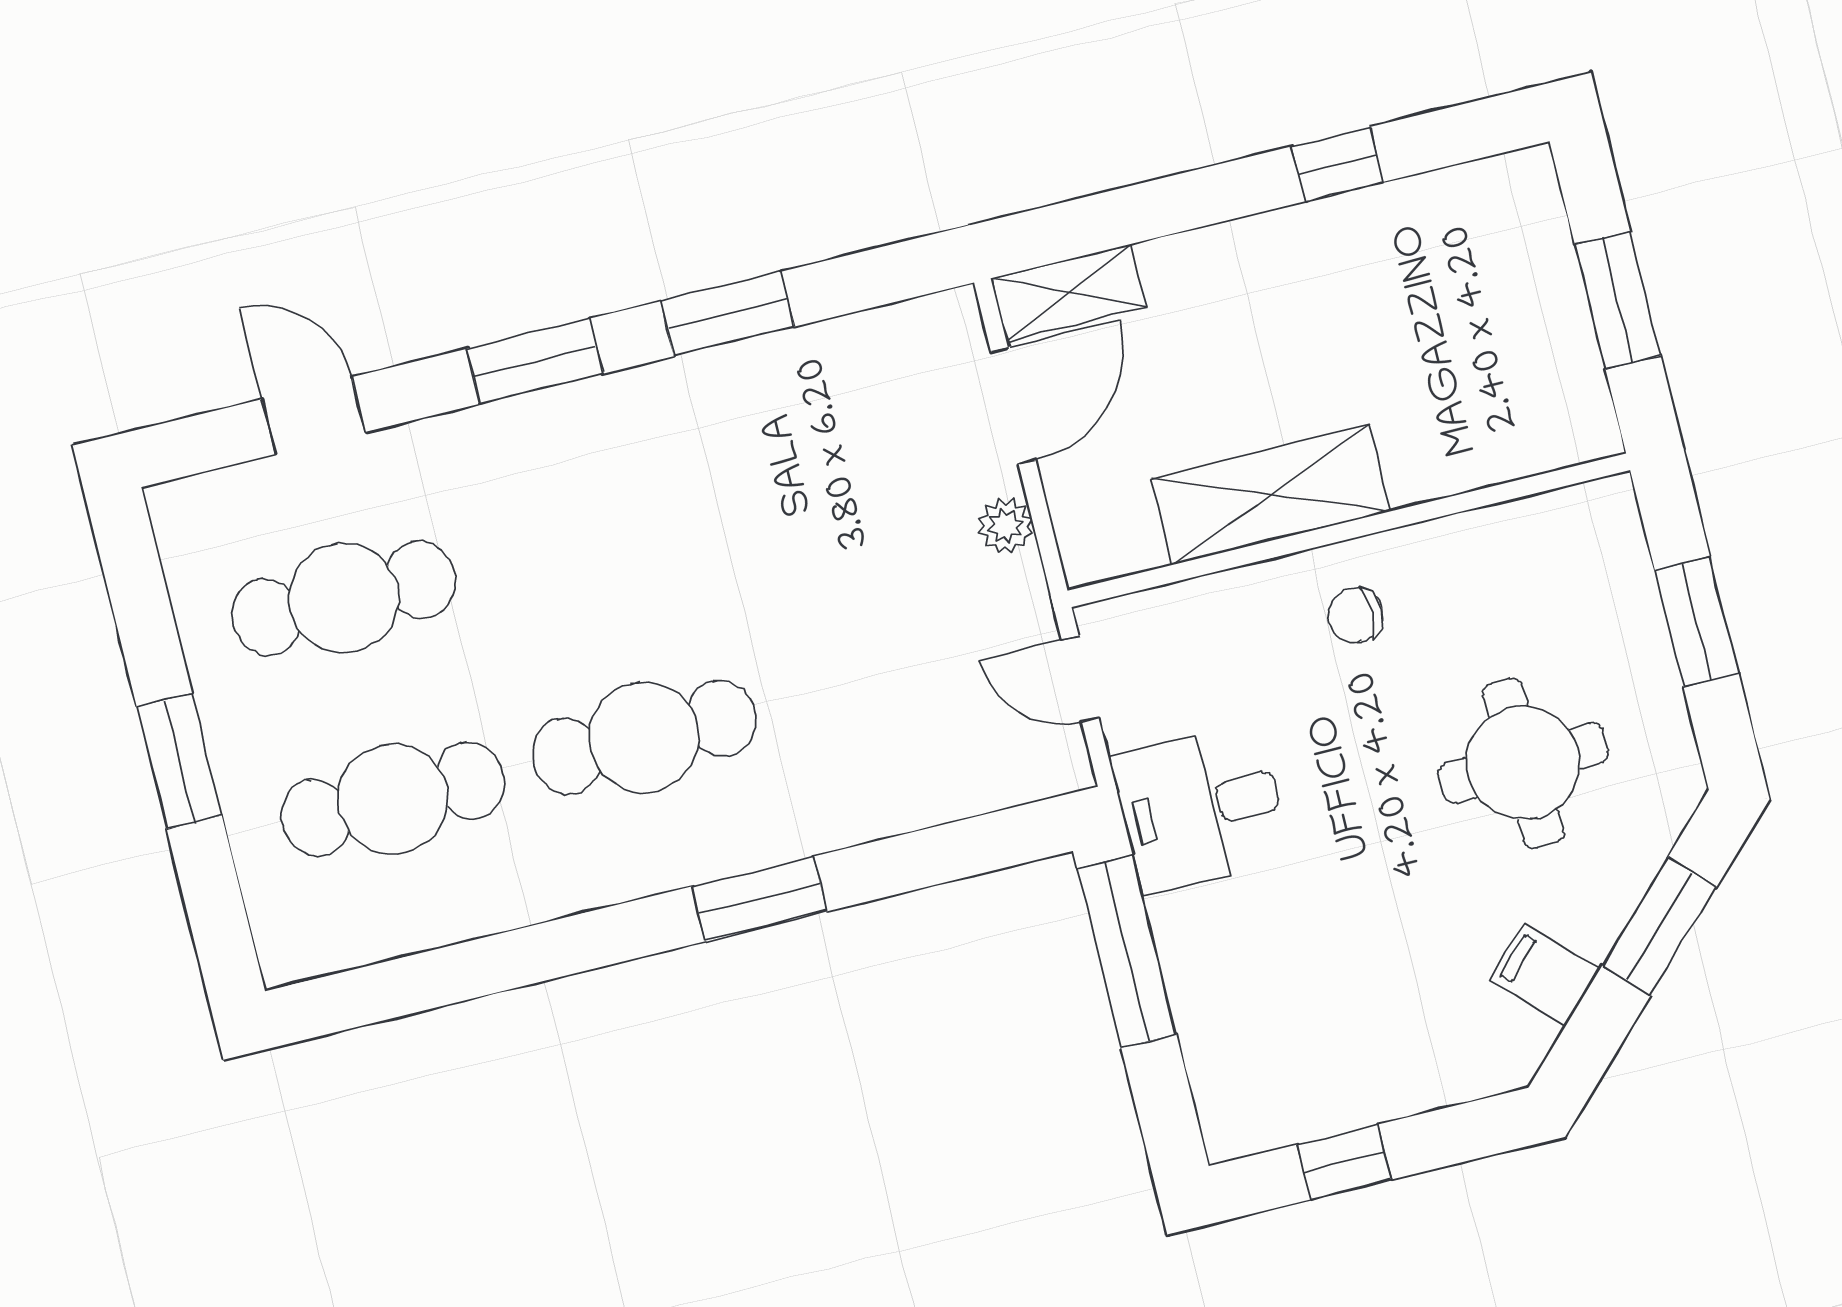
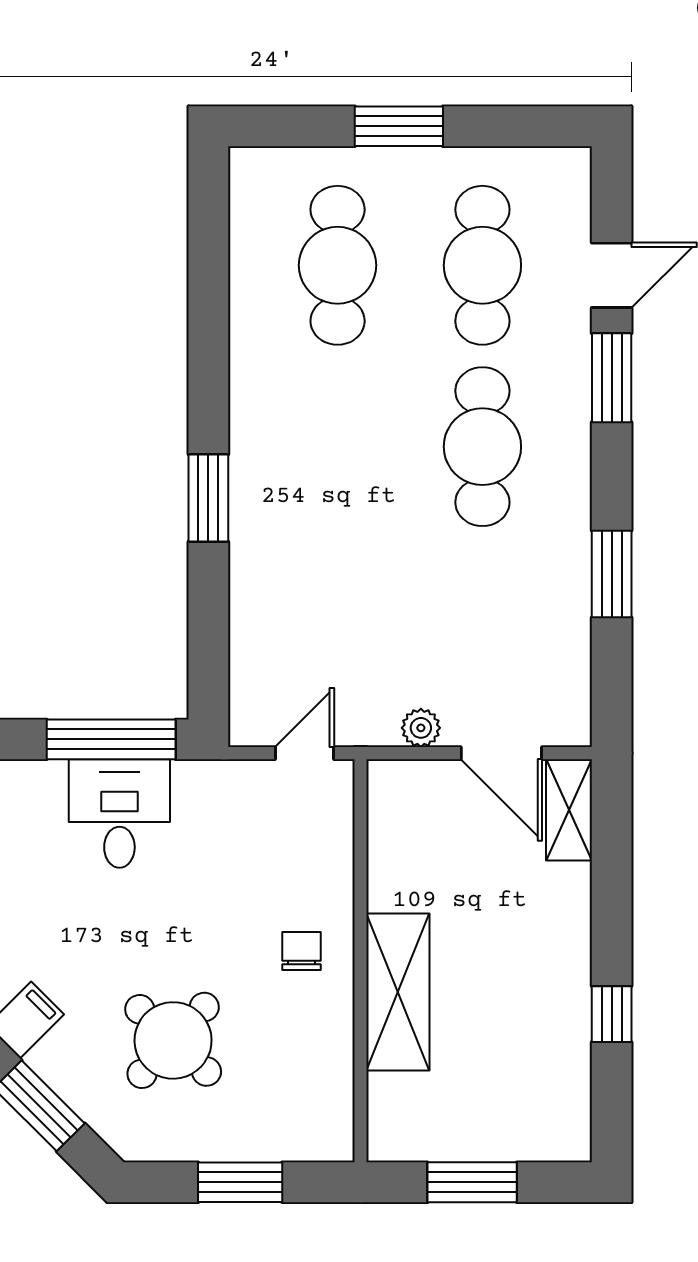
window: (535, 361) -> (612, 378), moved
shelving: (1271, 495) -> (398, 992), moved
cafe table: (644, 737) -> (482, 447), moved
round table: (1523, 763) -> (173, 1040), turned 45
desk: (1201, 808) -> (119, 813), moved

